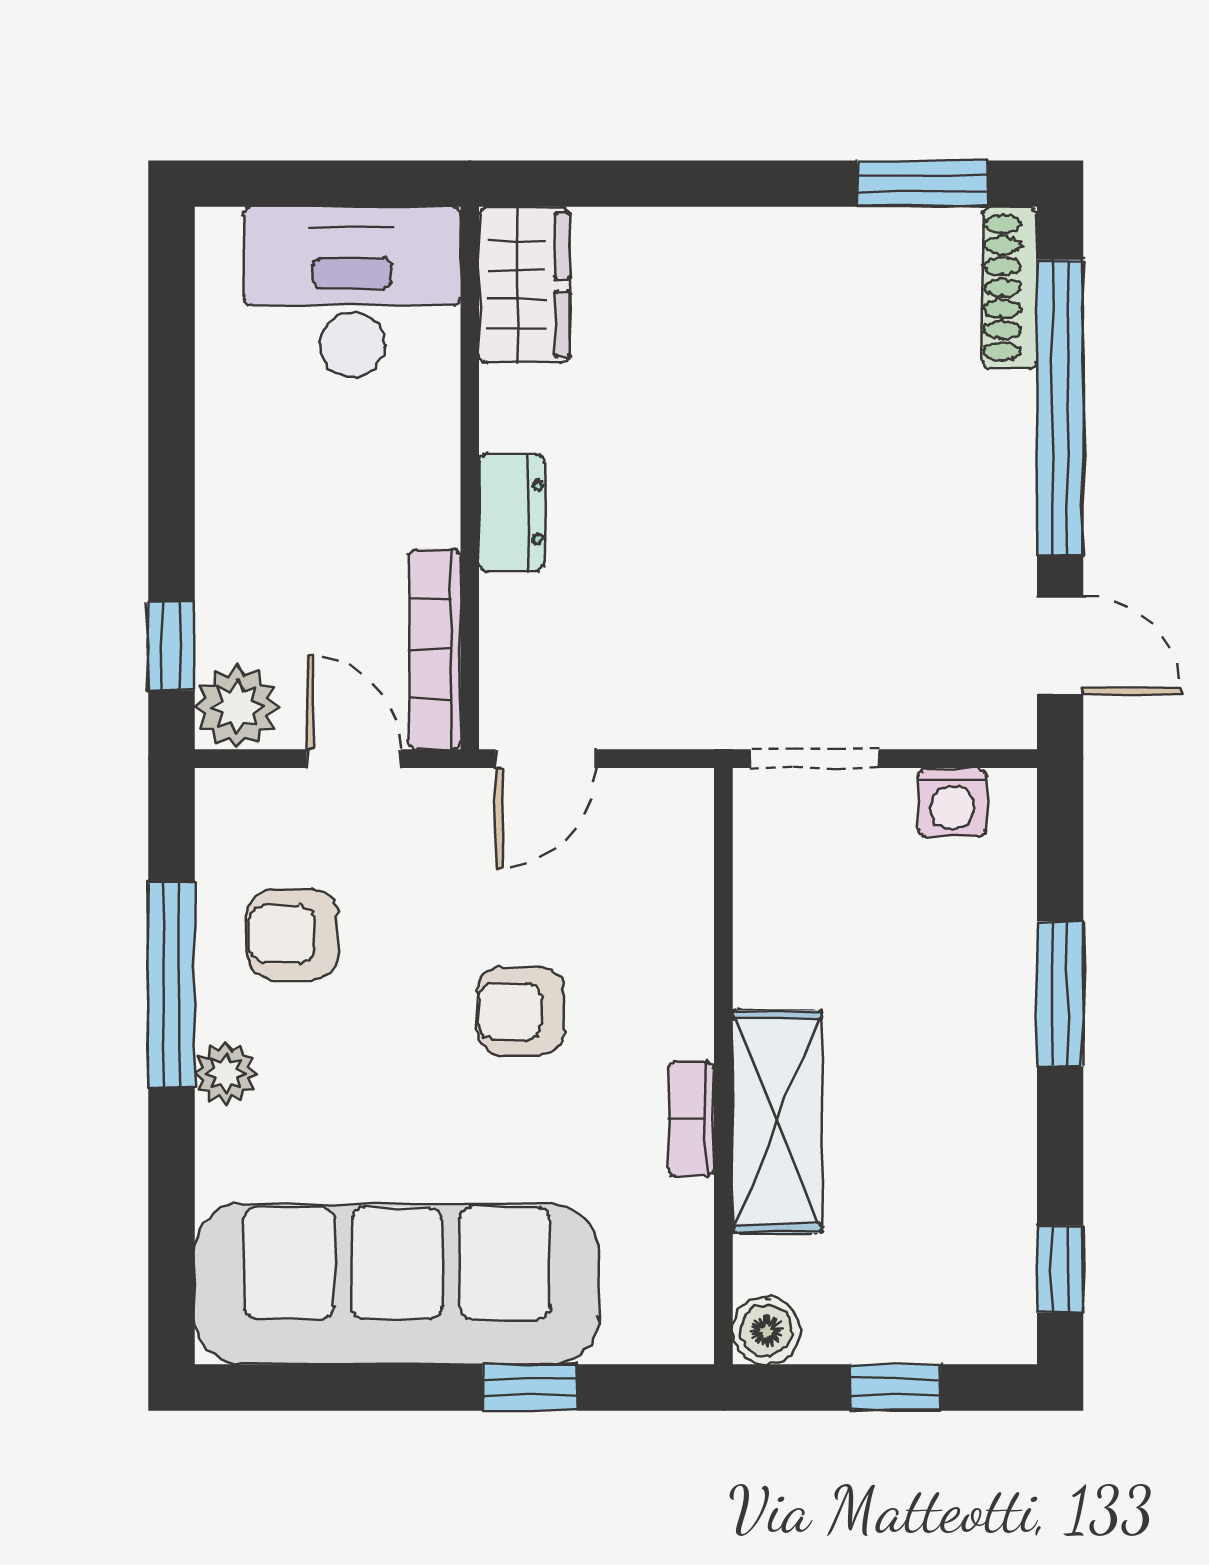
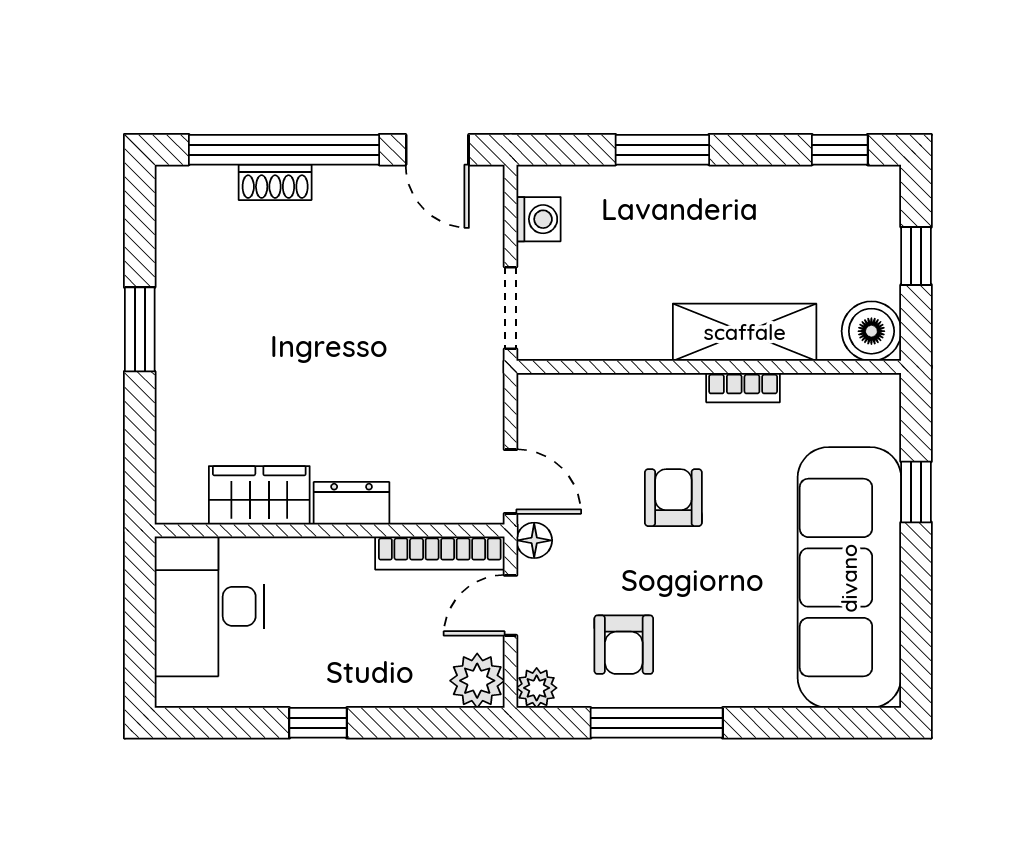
window: (922, 184) -> (140, 329), moved
wardrobe: (524, 285) -> (259, 495), moved
shoe rack: (1010, 288) -> (275, 182), moved, width x0.70
door: (1060, 645) -> (437, 150), swing flipped
window: (171, 646) -> (318, 723), moved
floor lamp: (454, 795) -> (534, 540), added
armchair: (521, 1011) -> (673, 498), turned 180
plant: (226, 1073) -> (537, 688), moved
boiler: (767, 1331) -> (871, 331), width x1.36, depth x1.36

